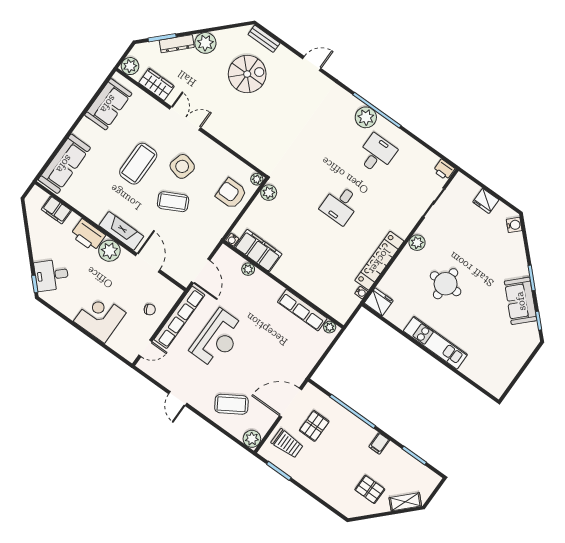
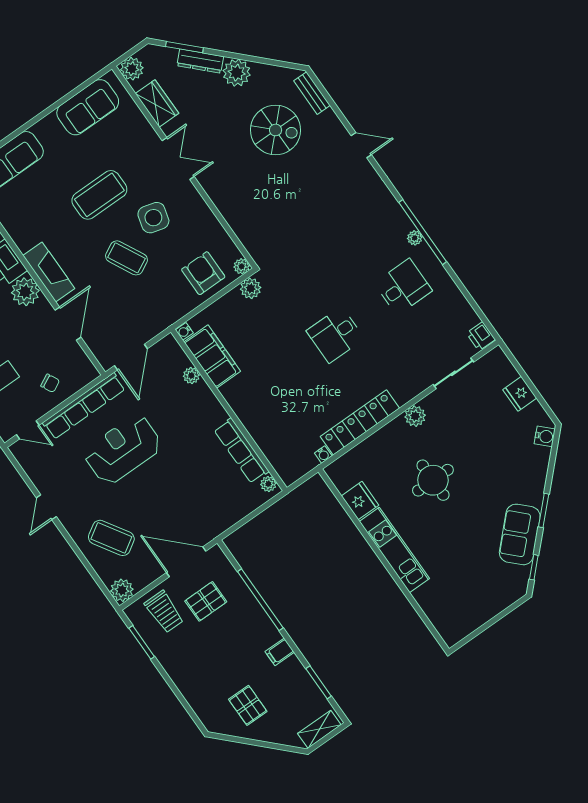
plant: (366, 117) -> (415, 238), width x0.53, depth x0.53
fridge: (379, 302) -> (360, 501), moved
reception desk: (218, 339) -> (123, 449), turned 180
shelving: (405, 502) -> (319, 729), moved, turned -45

